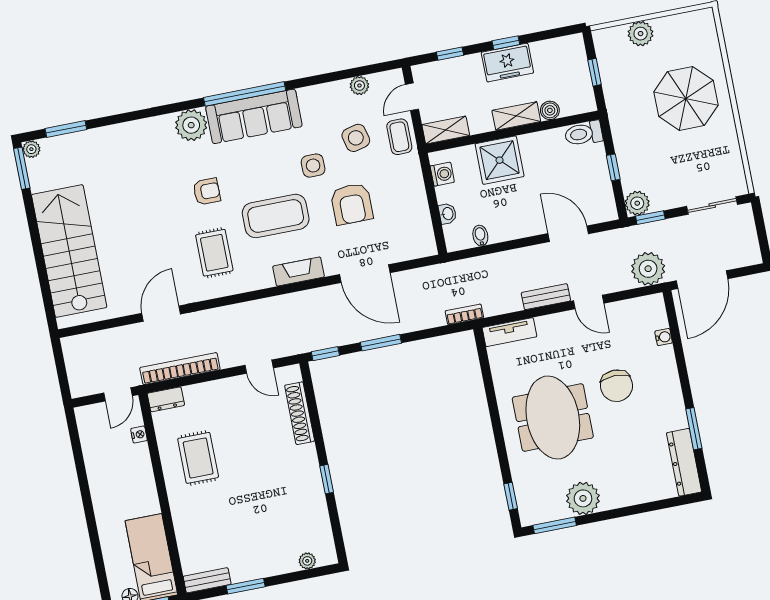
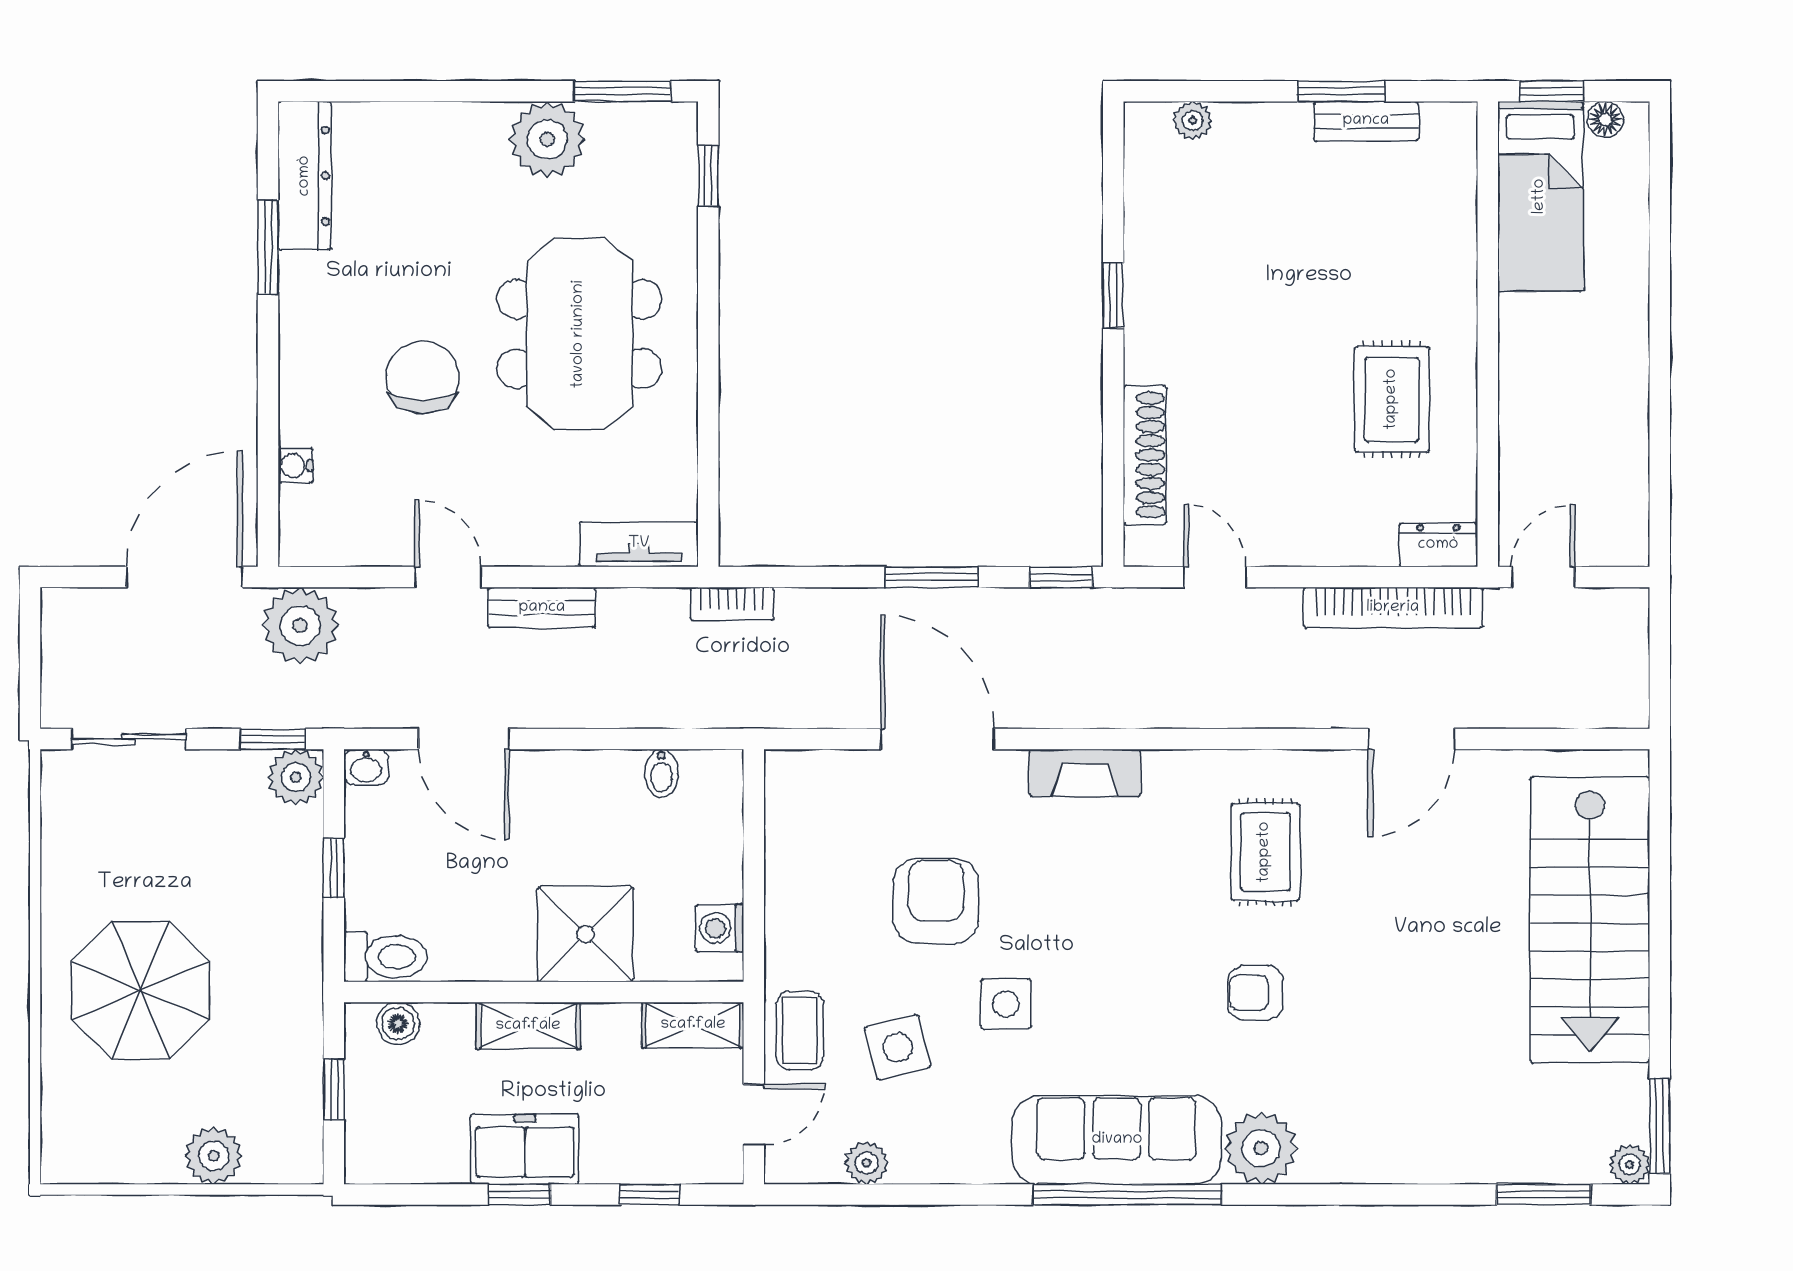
boiler: (550, 110) -> (398, 1024), moved
washbasin: (447, 214) -> (366, 767), moved, turned -90
coffee table: (276, 216) -> (1112, 907), removed
nightstand: (139, 434) -> (1514, 478), removed
bench: (207, 580) -> (1366, 121), moved

